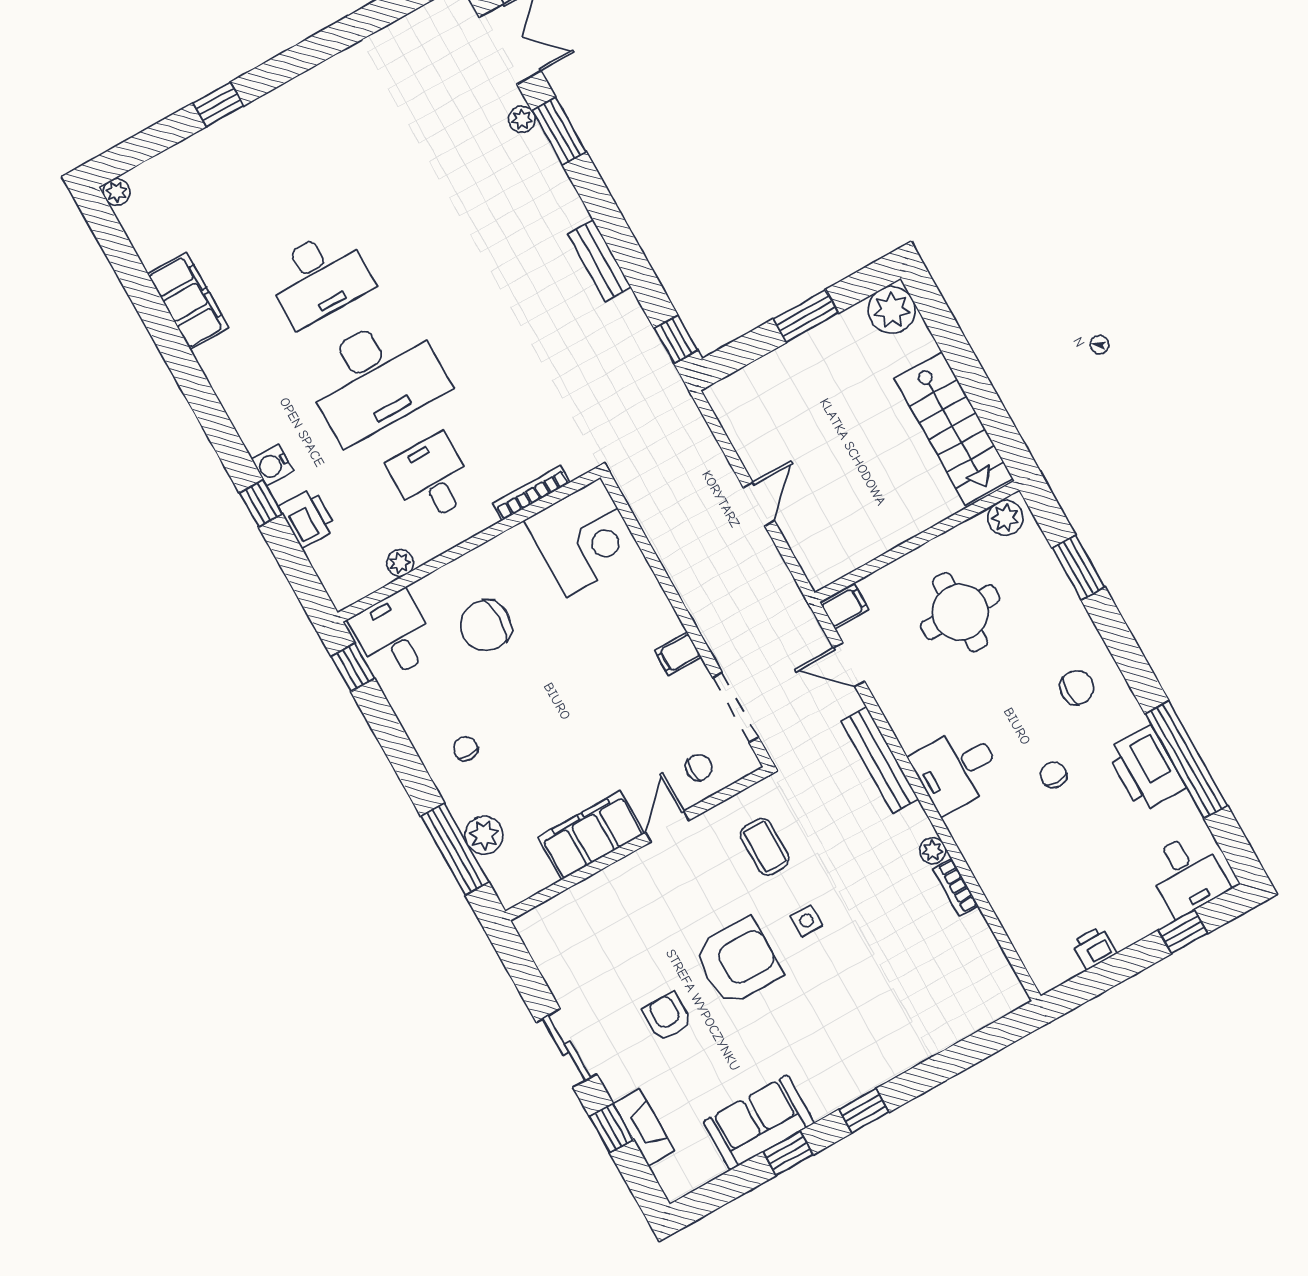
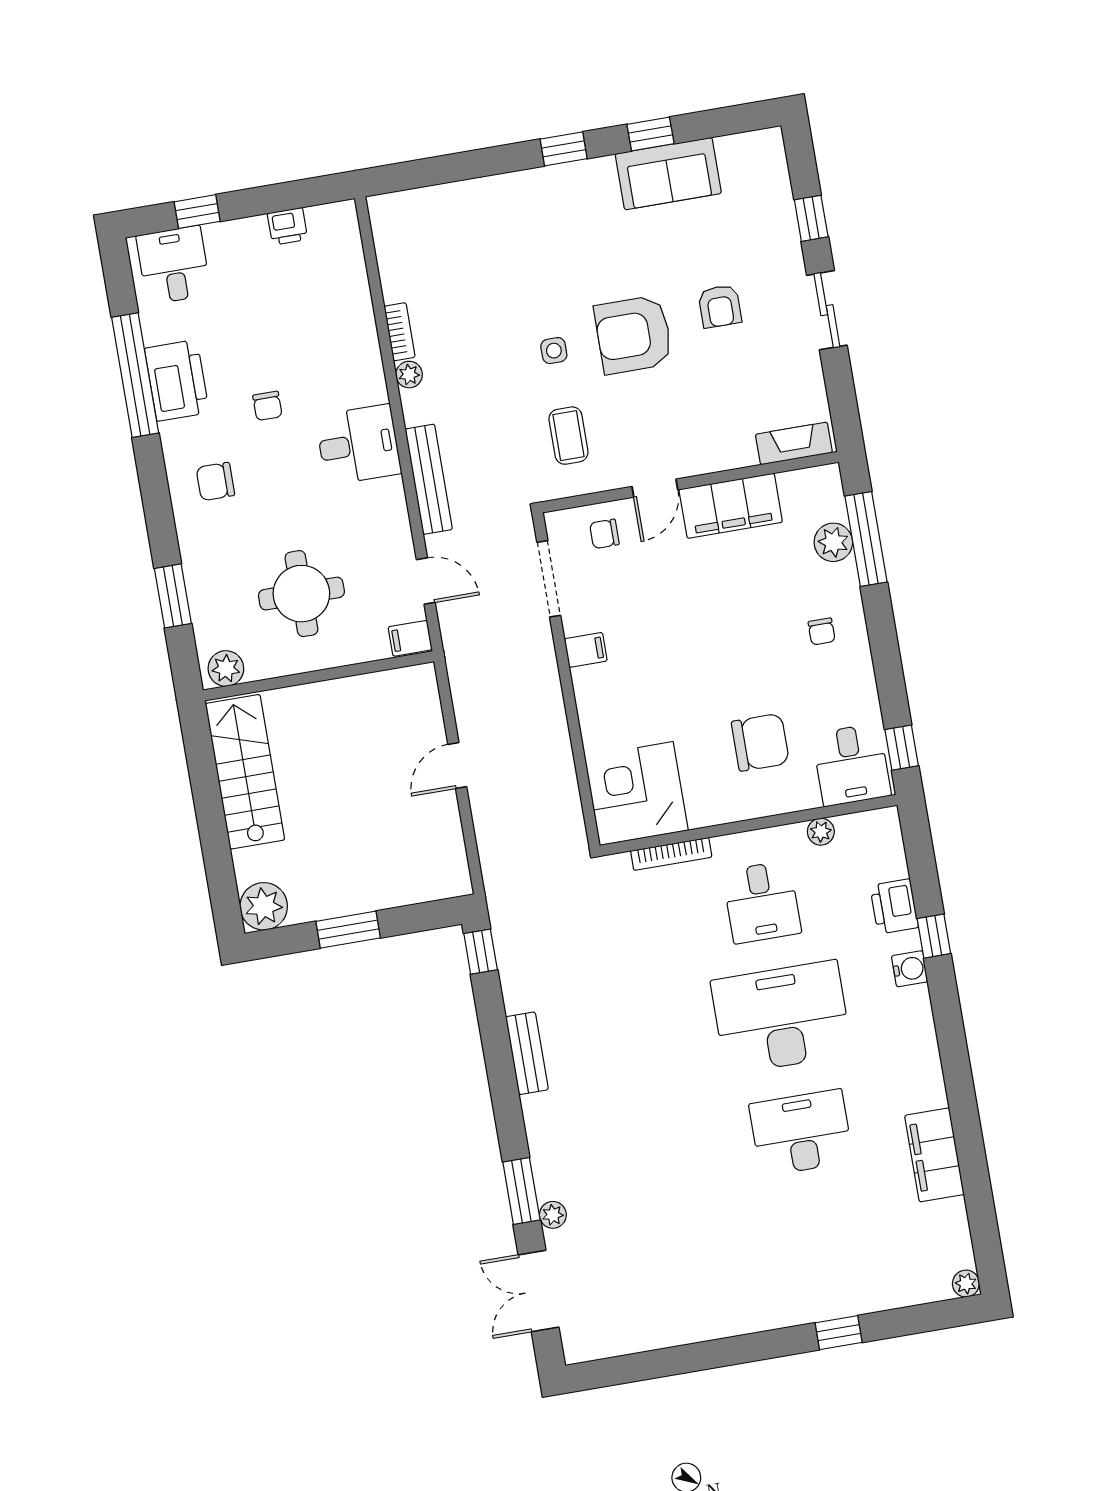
fireplace: (644, 1127) -> (794, 443), moved, turned 90

